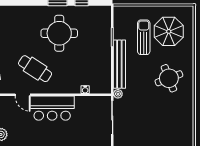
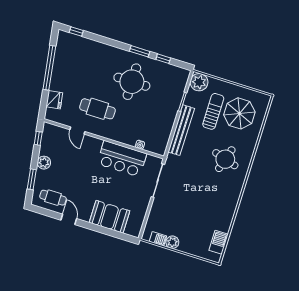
cafe table: (35, 69) -> (97, 109), turned -33
round table: (169, 78) -> (225, 159), turned 38
plant: (118, 94) -> (199, 82), moved, width x1.88, depth x1.88
bar counter: (52, 108) -> (122, 159), moved

